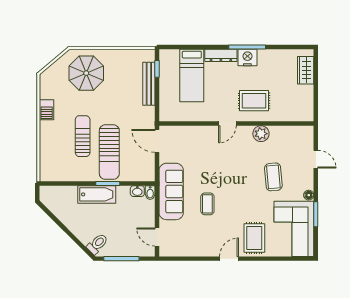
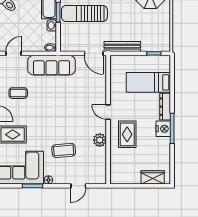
bench: (149, 84) -> (122, 47), moved
door: (157, 141) -> (94, 53), swing flipped
washbasin: (137, 191) -> (52, 25), moved
coffee table: (207, 204) -> (18, 93), moved

